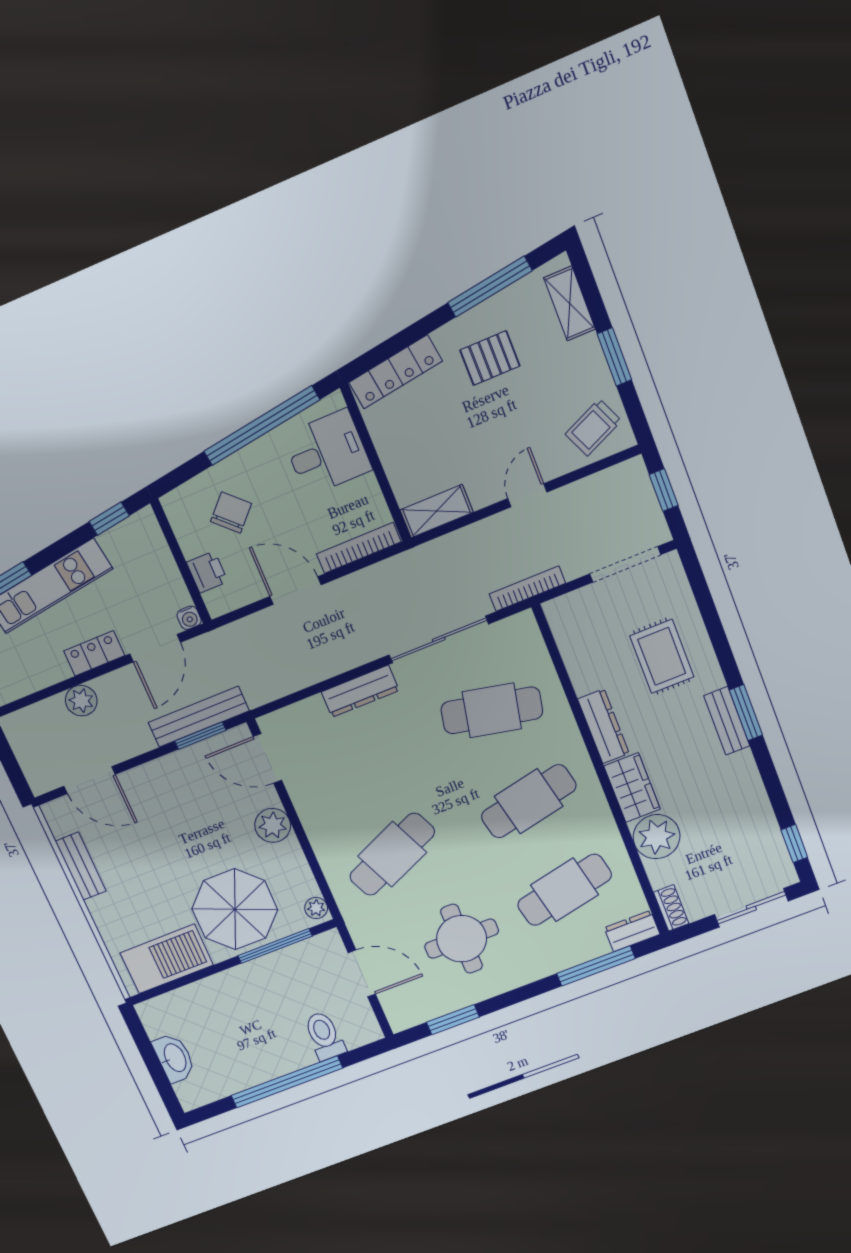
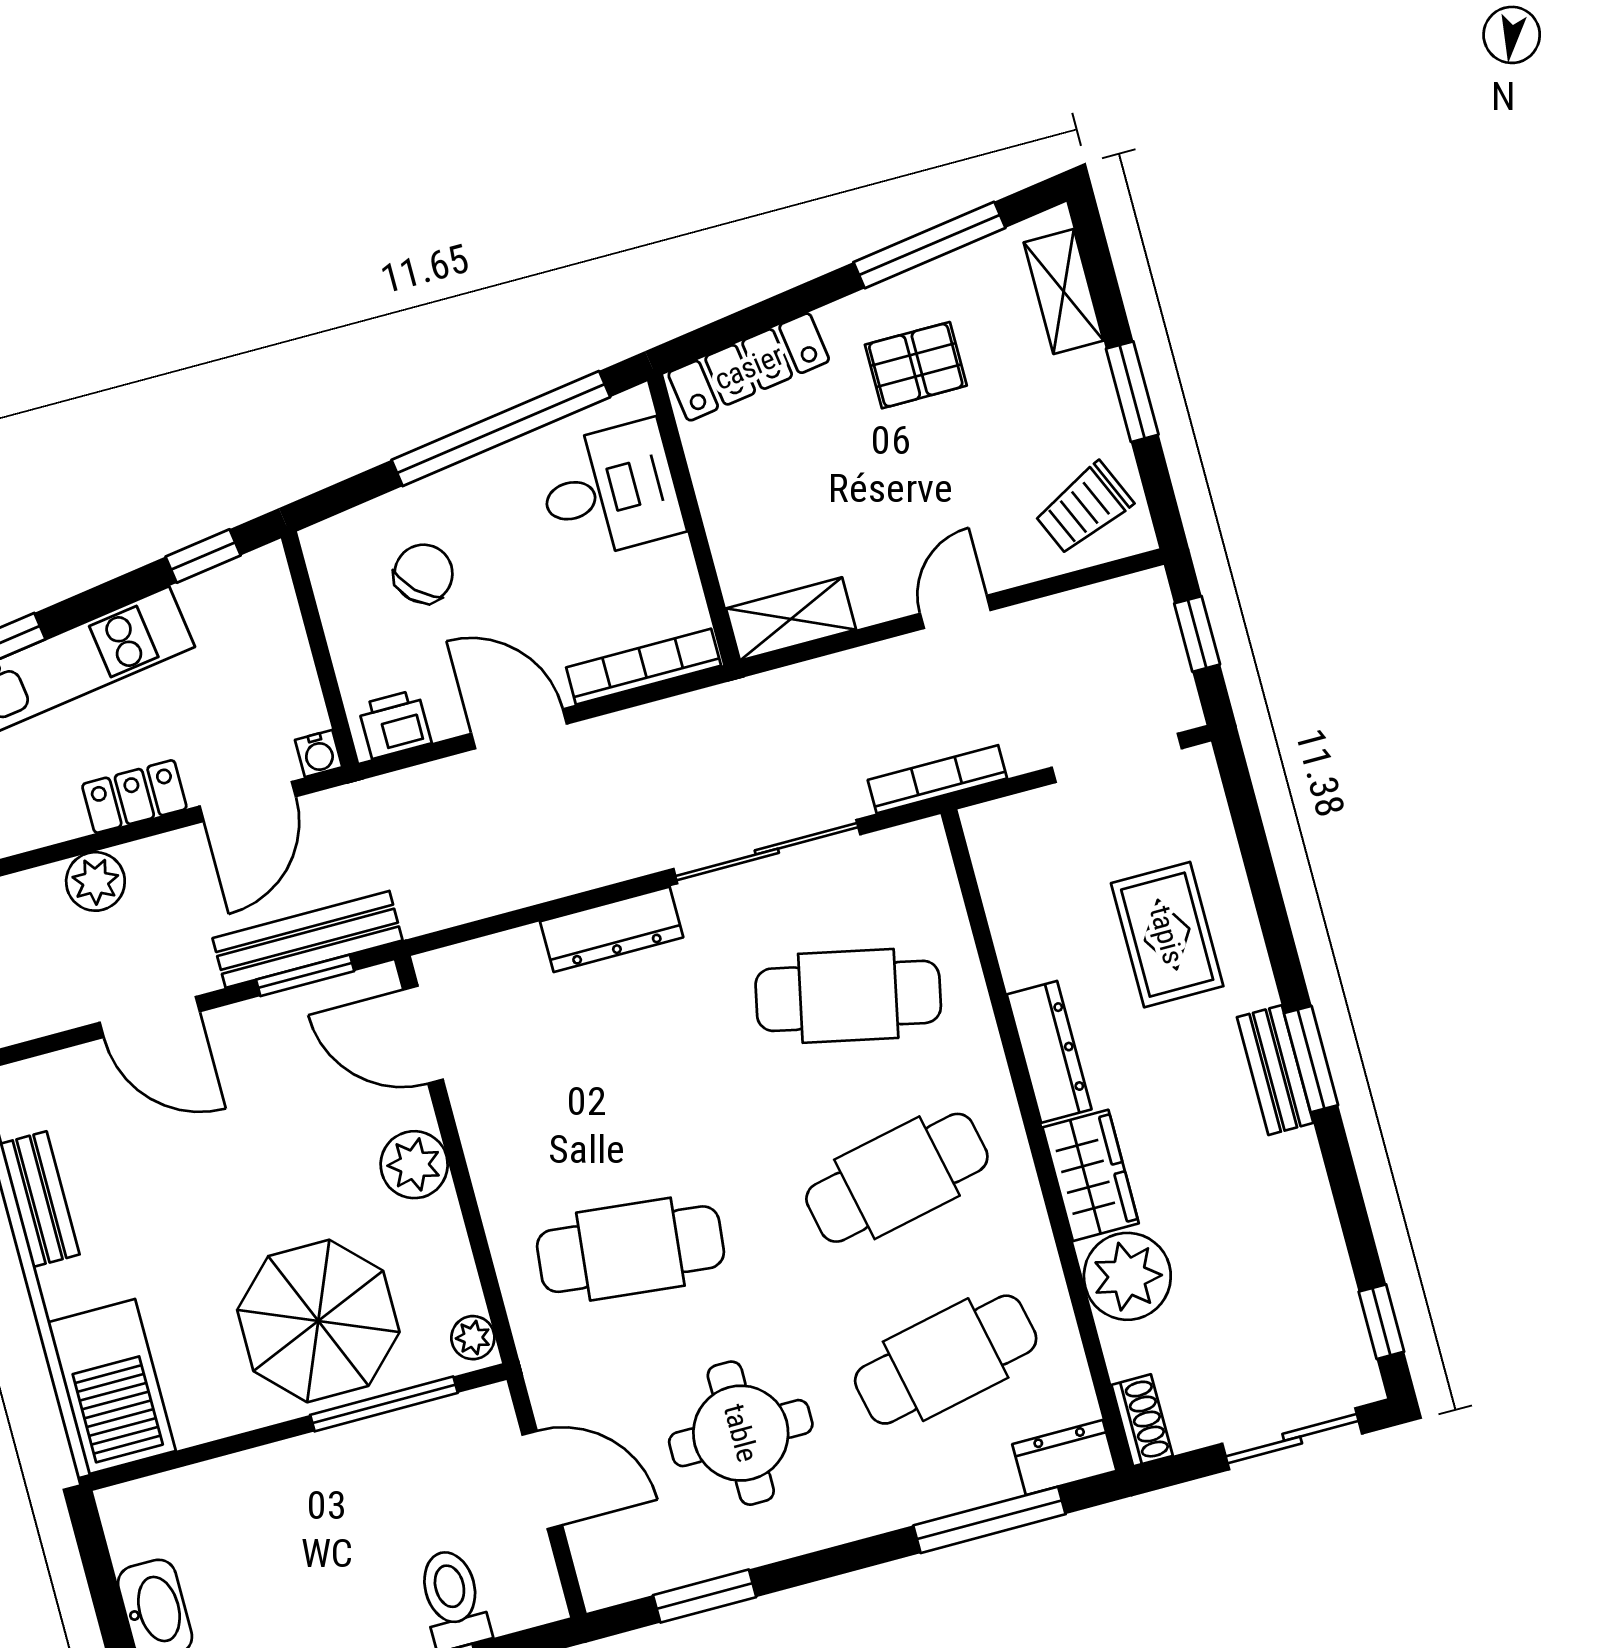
printer: (207, 572) -> (395, 724), moved, turned -90
door: (90, 780) -> (150, 1017), moved
cafe table: (392, 854) -> (630, 1249), turned 30
barbecue: (167, 959) -> (112, 1387), moved, turned 90

